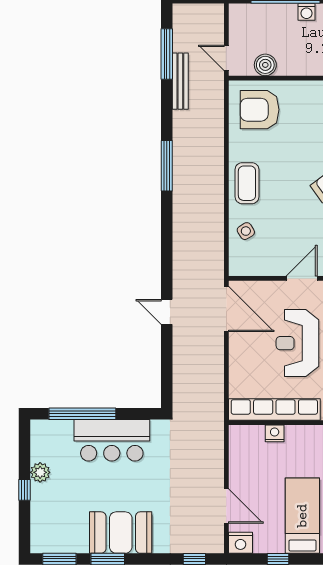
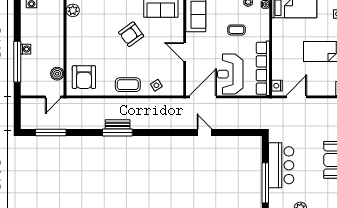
bench: (180, 81) -> (118, 124), moved, width x0.73
door: (167, 312) -> (205, 132), swing flipped
reception desk: (297, 343) -> (230, 74), moved, turned 90
nightstand: (275, 433) -> (277, 86), moved
door: (226, 506) -> (296, 97), moved

